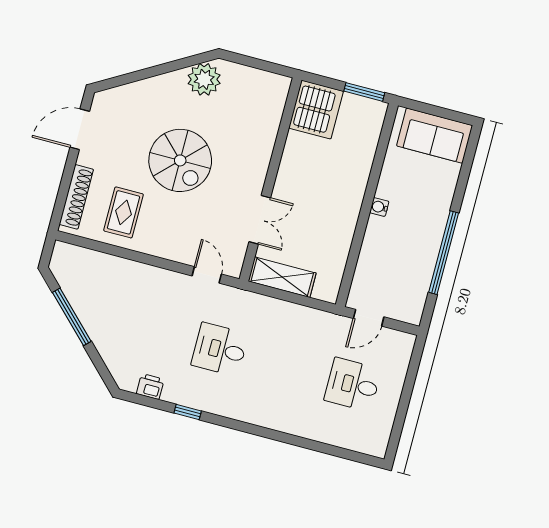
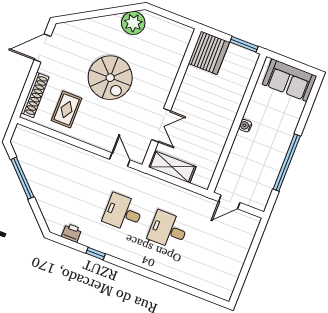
desk: (353, 385) -> (168, 230), moved

